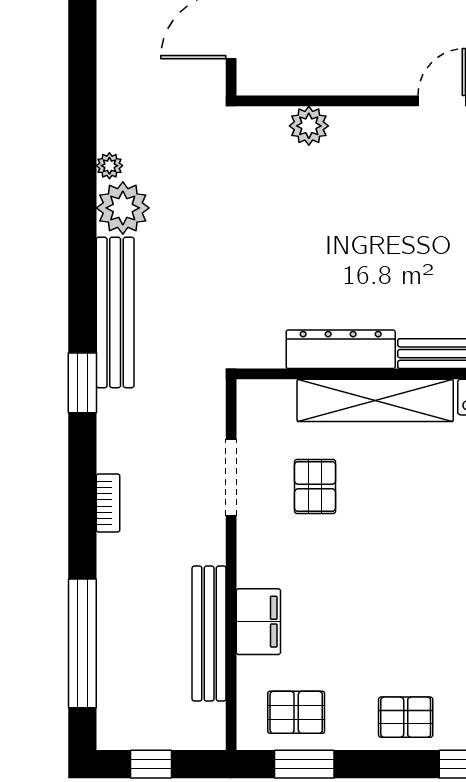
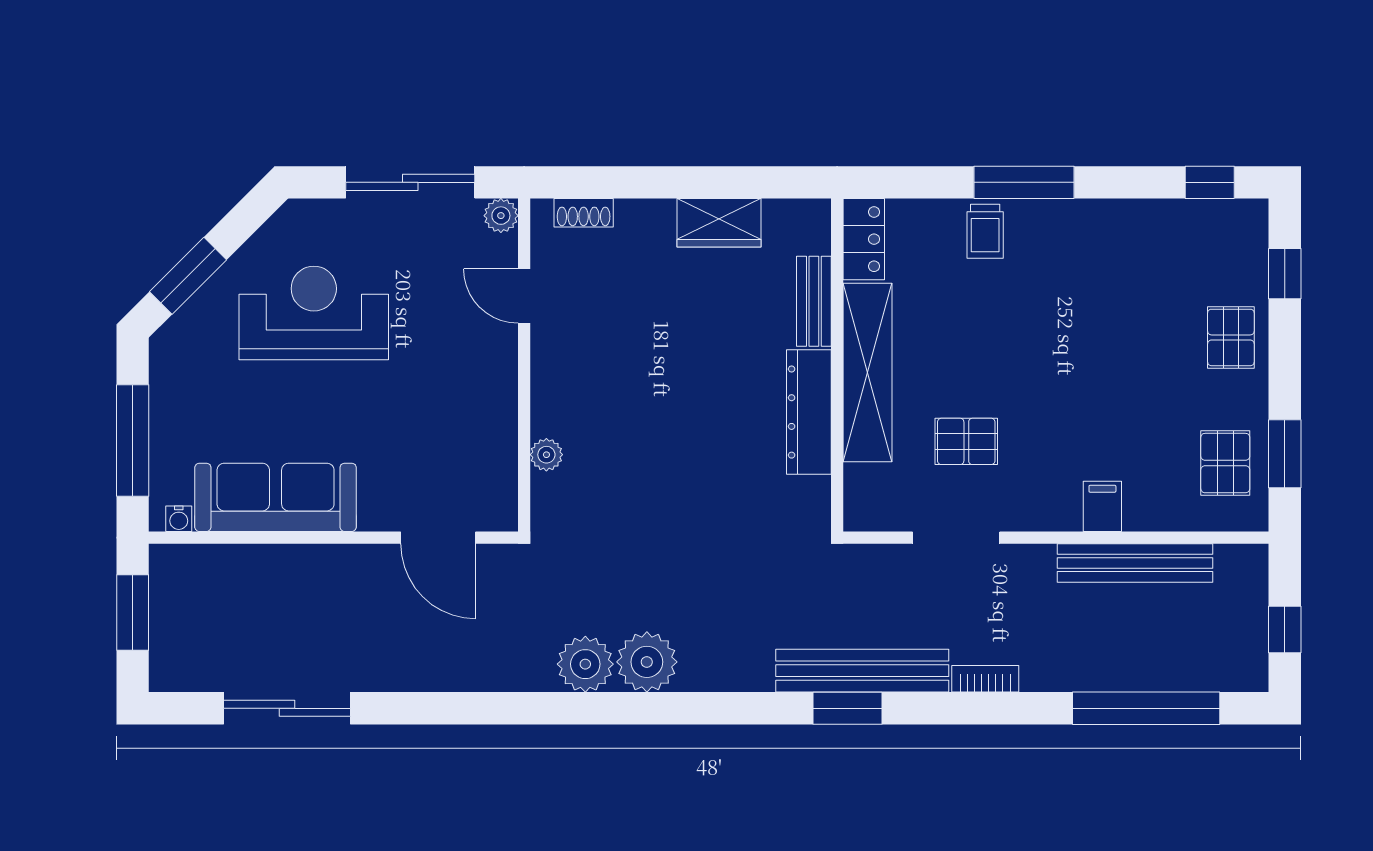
plant: (309, 126) -> (546, 455), width x0.73, depth x0.73
plant: (109, 166) -> (585, 664), width x1.87, depth x1.87
bench: (115, 312) -> (862, 671), moved
filing cabinet: (258, 622) -> (1102, 506), width x0.50

